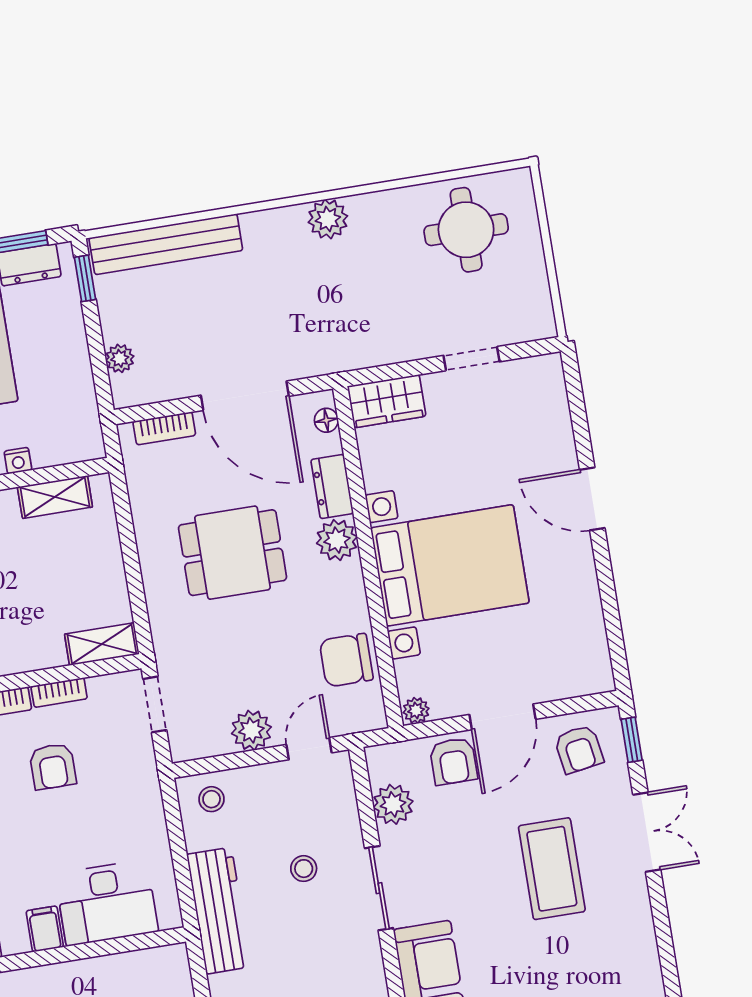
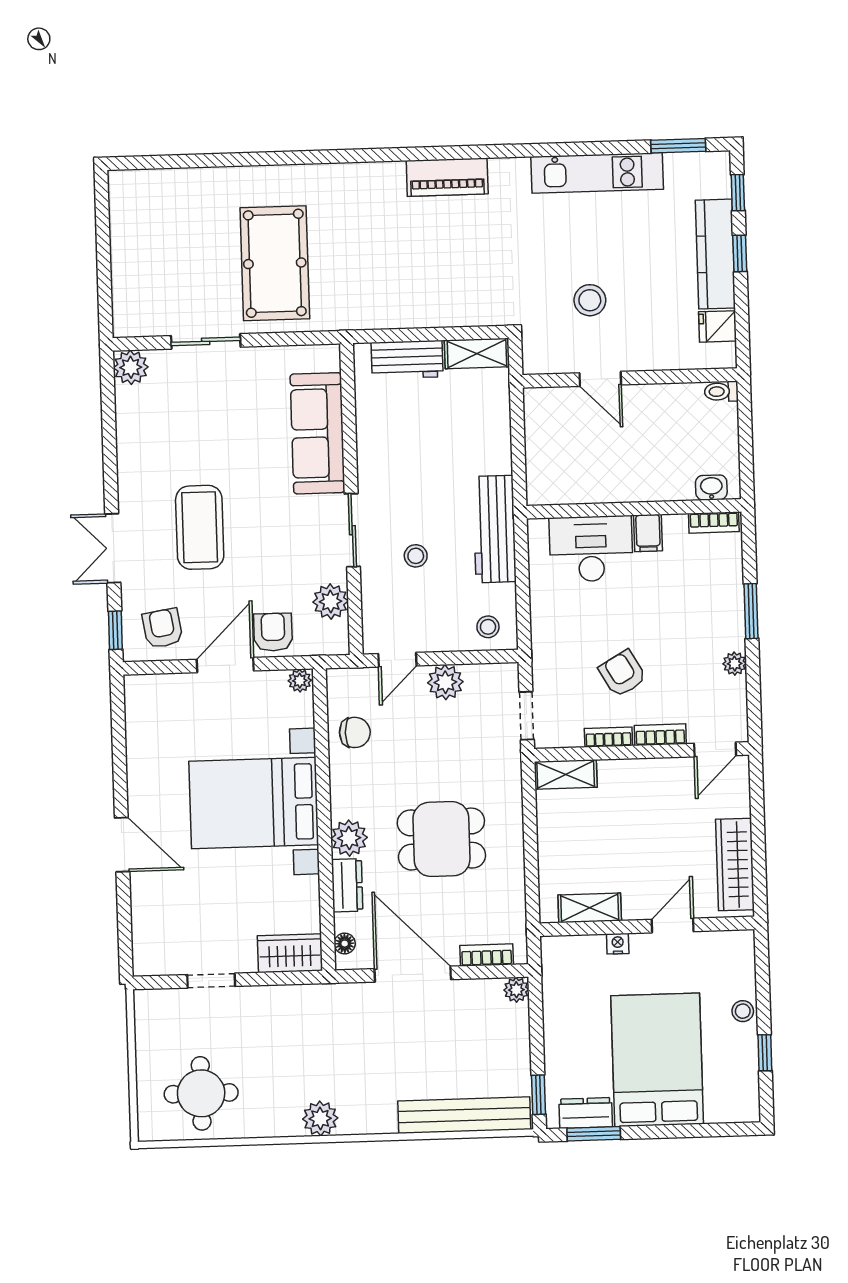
plant: (120, 358) -> (516, 990), moved
chair: (346, 660) -> (355, 732), width x0.73, depth x0.73
armchair: (53, 766) -> (622, 674), turned -30

